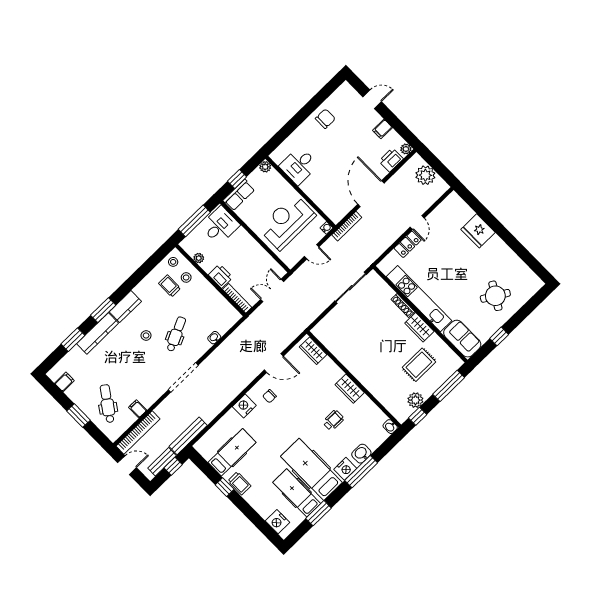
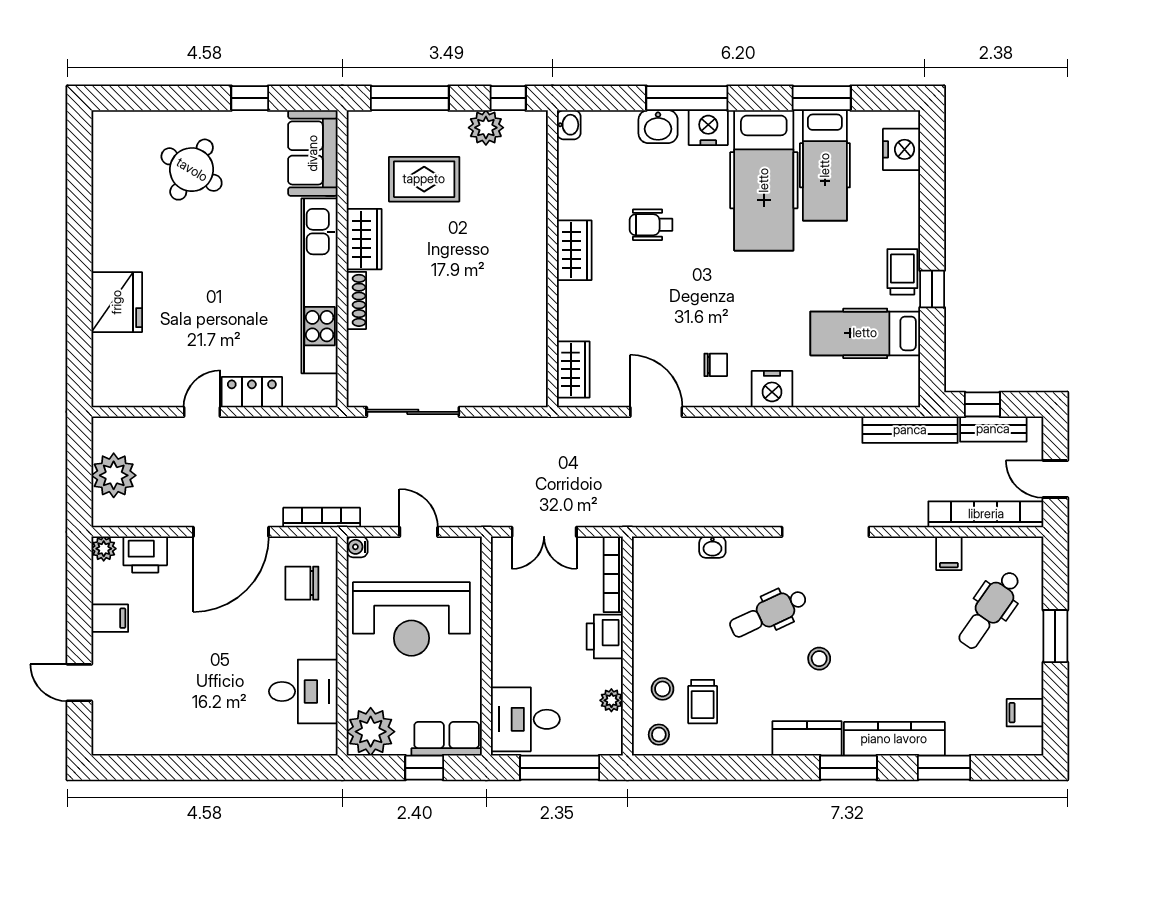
chair: (325, 119) -> (302, 583), moved
plant: (265, 167) -> (371, 732), width x1.87, depth x1.87

